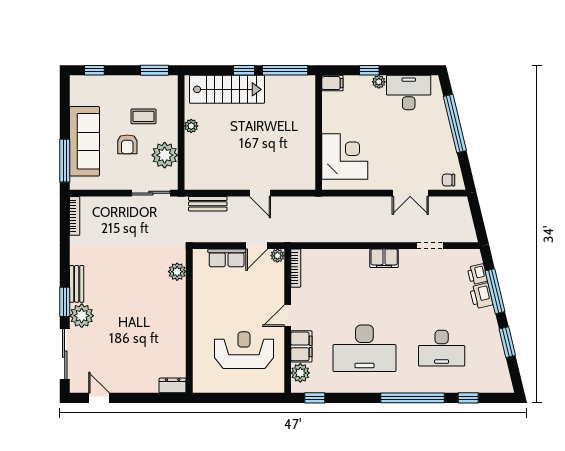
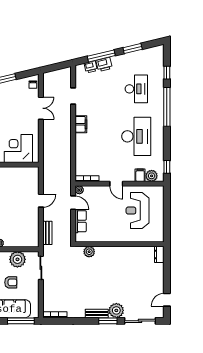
filing cabinet: (301, 346) -> (140, 175), width x0.50

